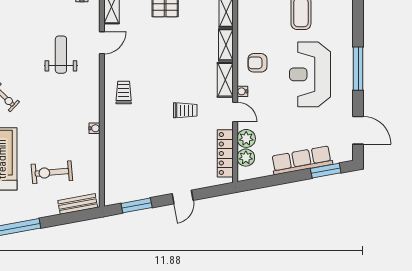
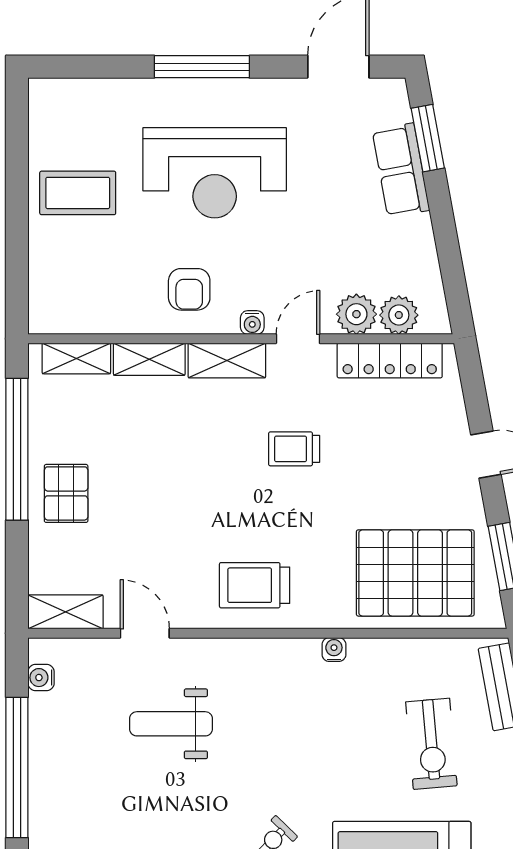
trolley: (124, 92) -> (255, 585), width x1.36, depth x1.39
trolley: (185, 110) -> (294, 449), turned -90
row of seats: (302, 160) -> (401, 170), width x0.68
pallet: (129, 165) -> (415, 573), added

